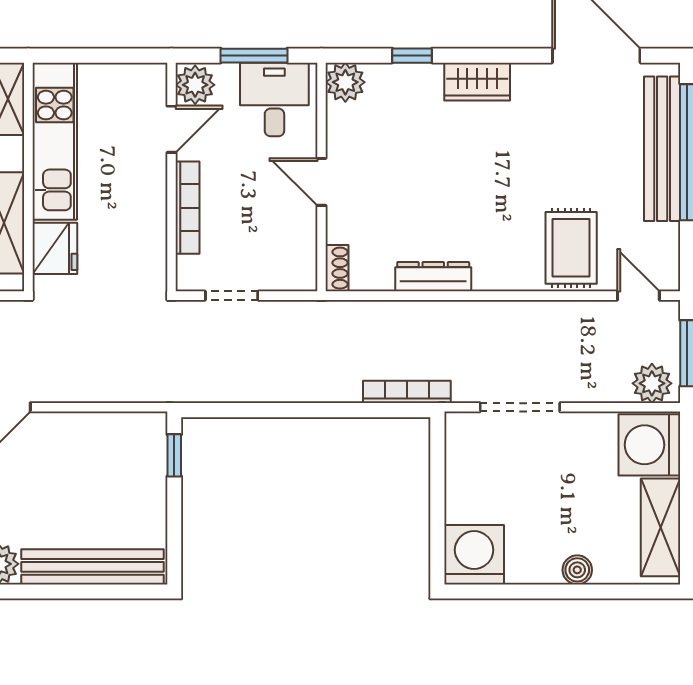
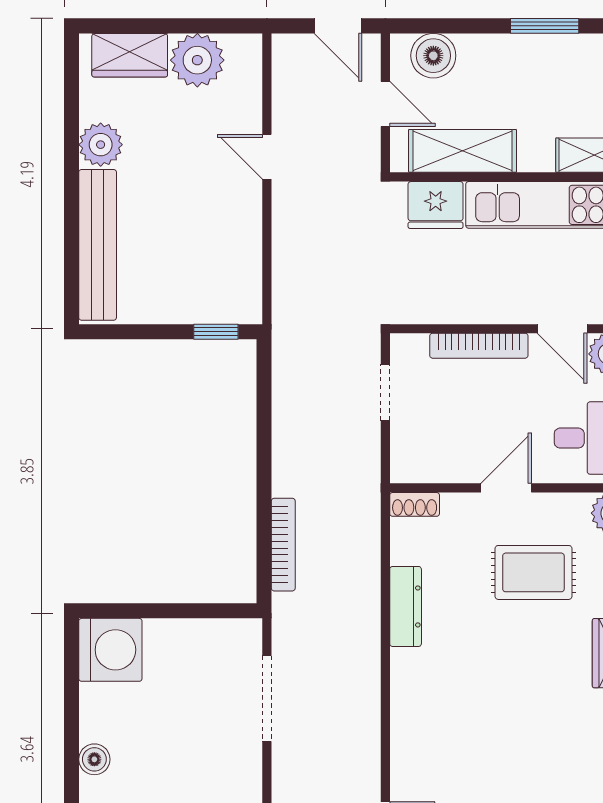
rug: (571, 248) -> (533, 572), moved
bookcase: (407, 392) -> (283, 545), moved

